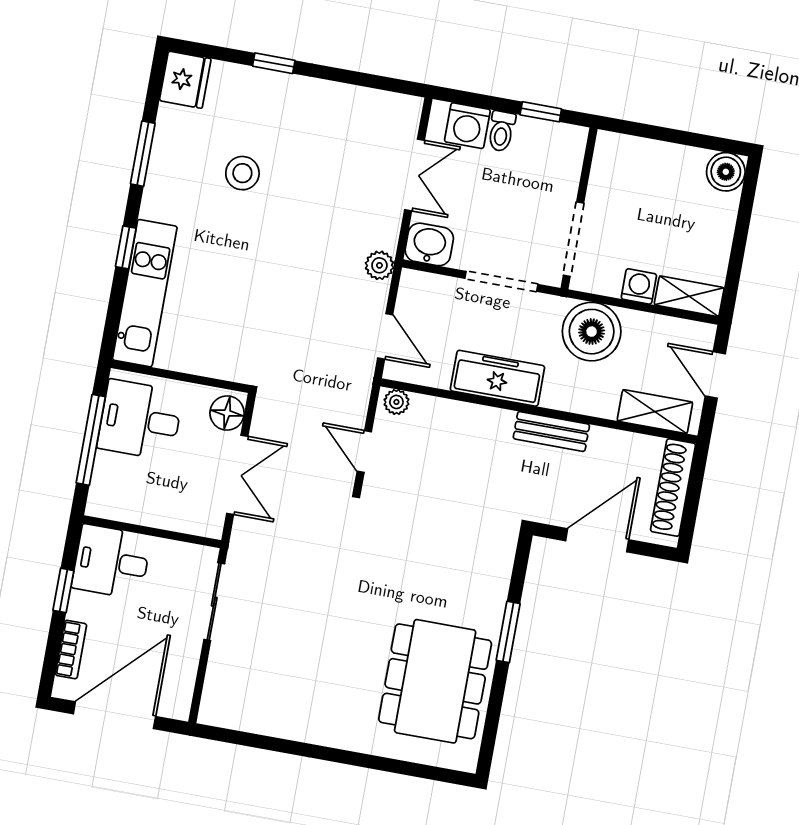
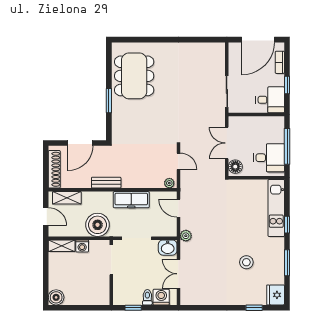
window: (274, 63) -> (254, 308), moved

